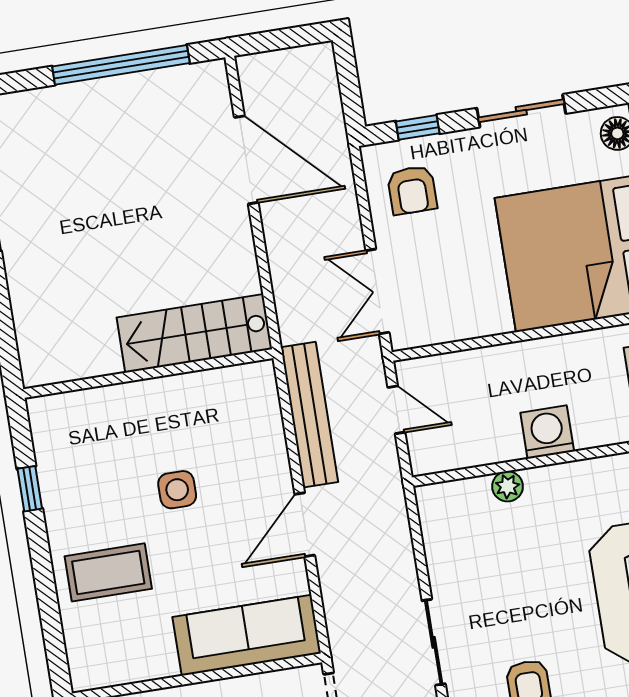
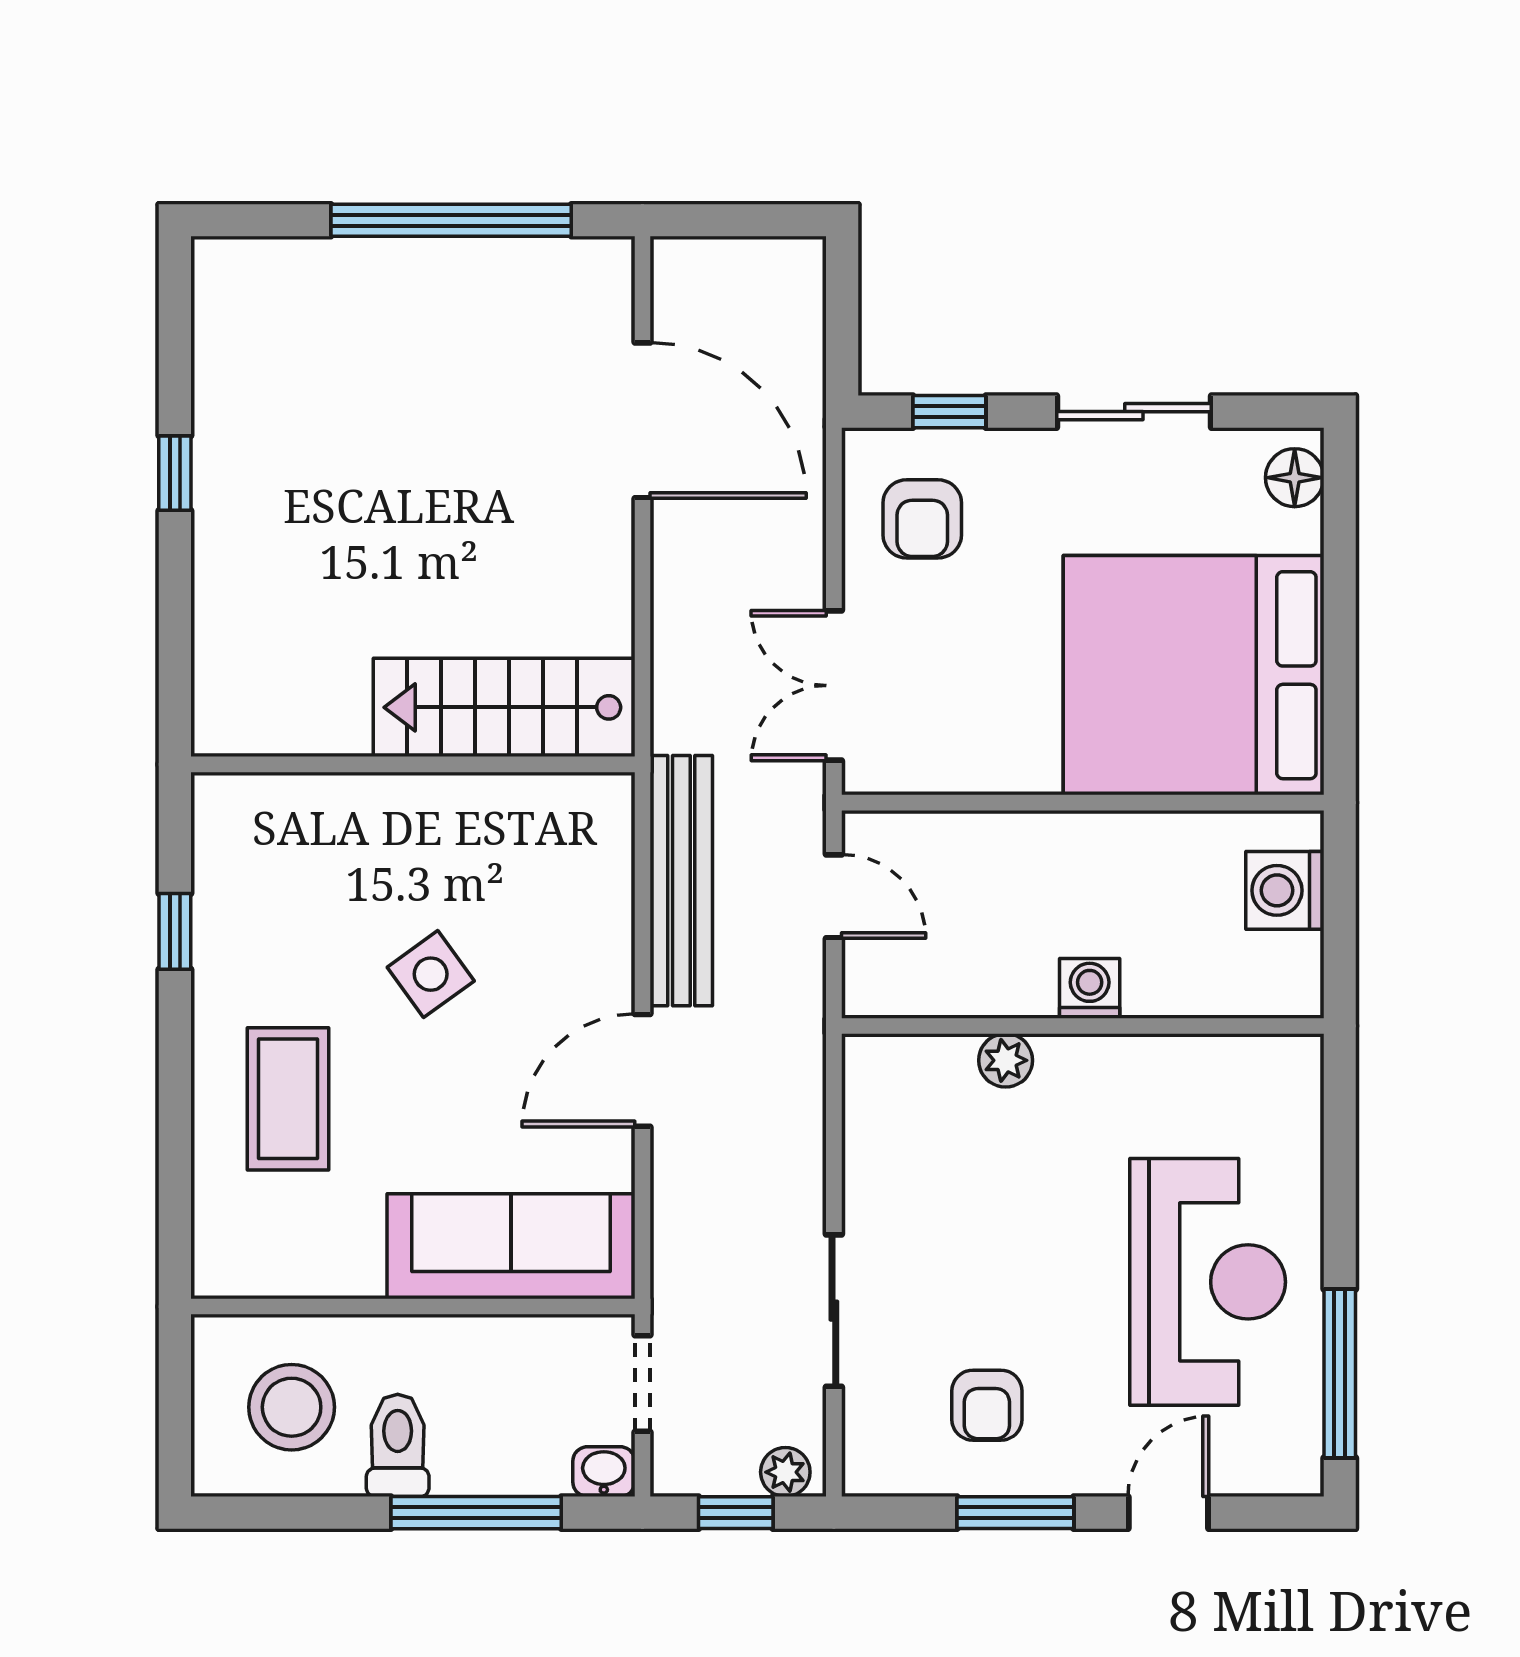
washing machine: (547, 432) -> (1090, 988), width x0.73, depth x0.73
side table: (177, 490) -> (431, 974), turned -36
coffee table: (108, 572) -> (288, 1099), turned 90

